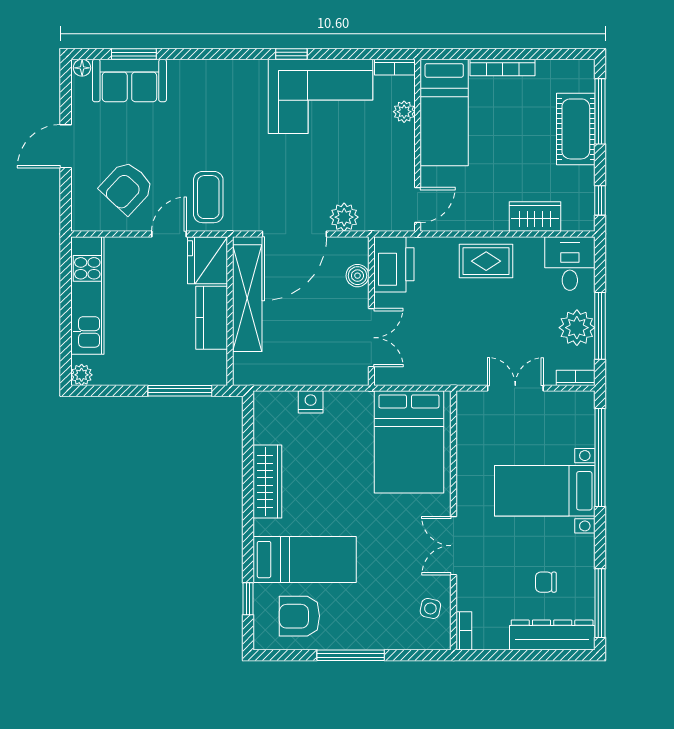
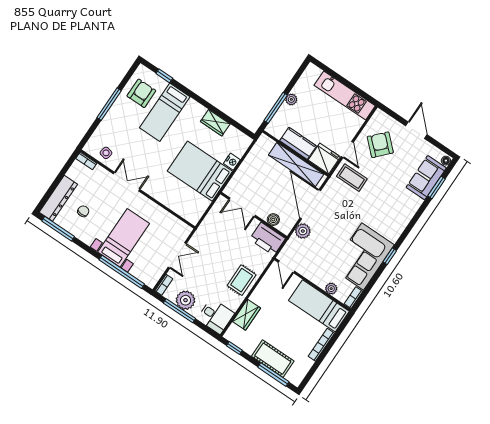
plant: (82, 375) -> (291, 99), moved
bed: (409, 442) -> (200, 171), moved
wardrobe: (267, 482) -> (215, 123), width x0.67

